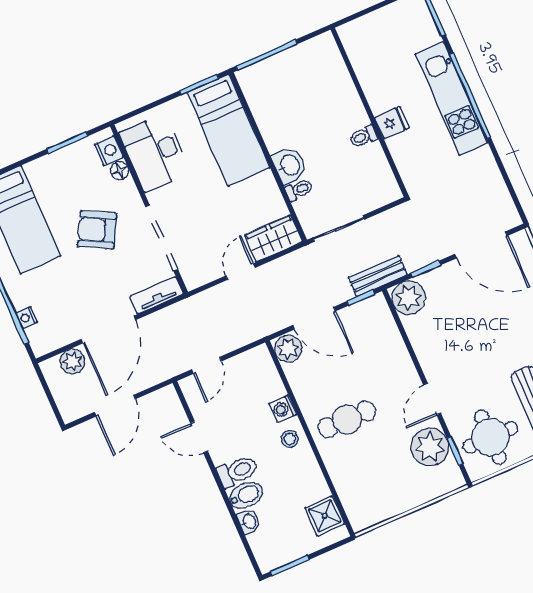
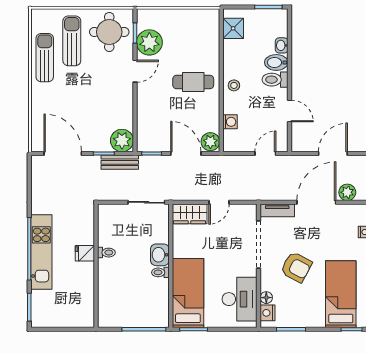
toilet: (299, 190) -> (160, 272), moved
bench: (378, 276) -> (120, 162), moved
washing machine: (283, 409) -> (230, 122), moved

